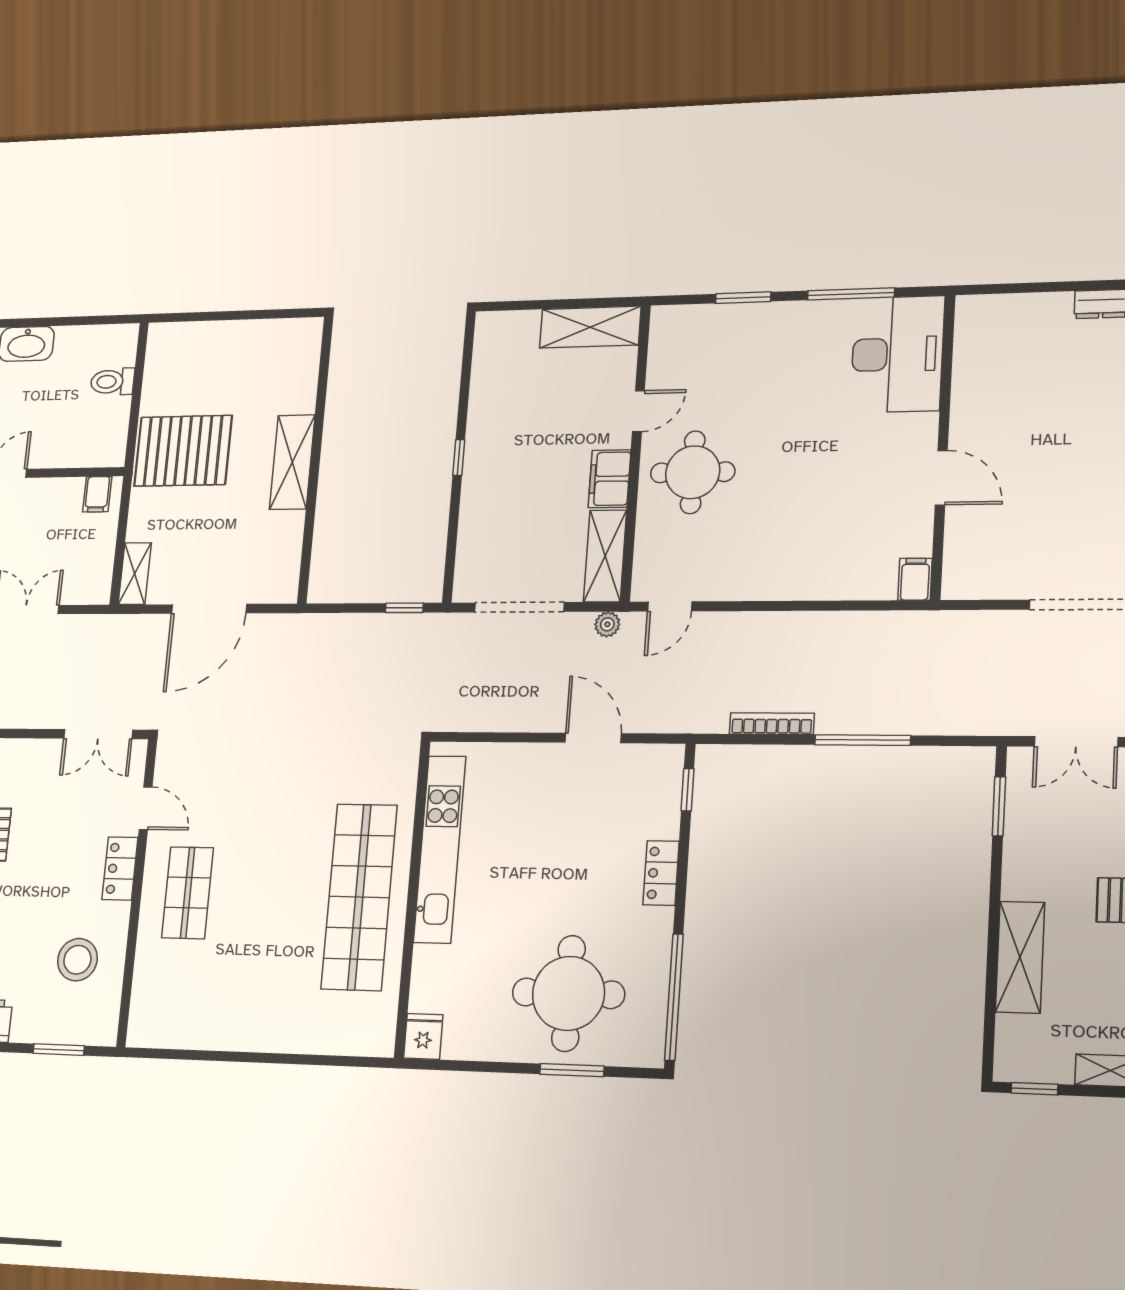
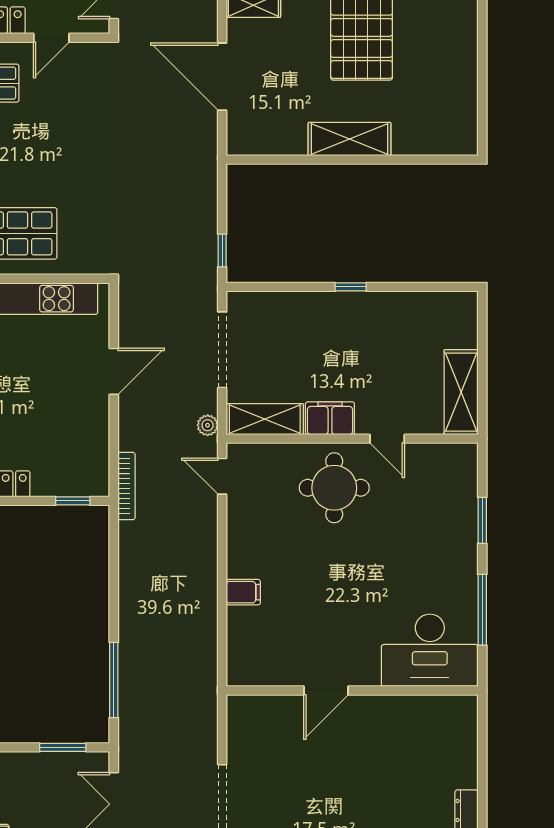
filing cabinet: (915, 579) -> (243, 592), moved
bookcase: (772, 724) -> (126, 486), moved
door: (593, 738) -> (114, 371), moved
window: (863, 740) -> (114, 680), moved

